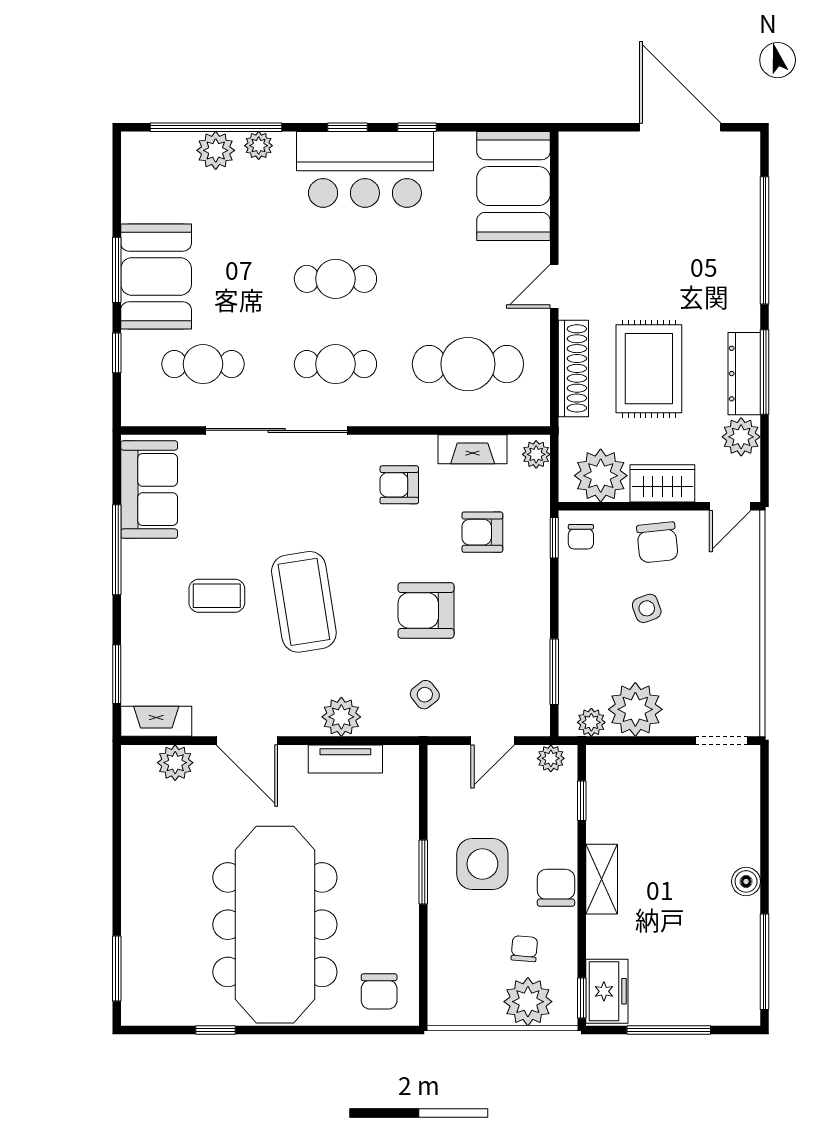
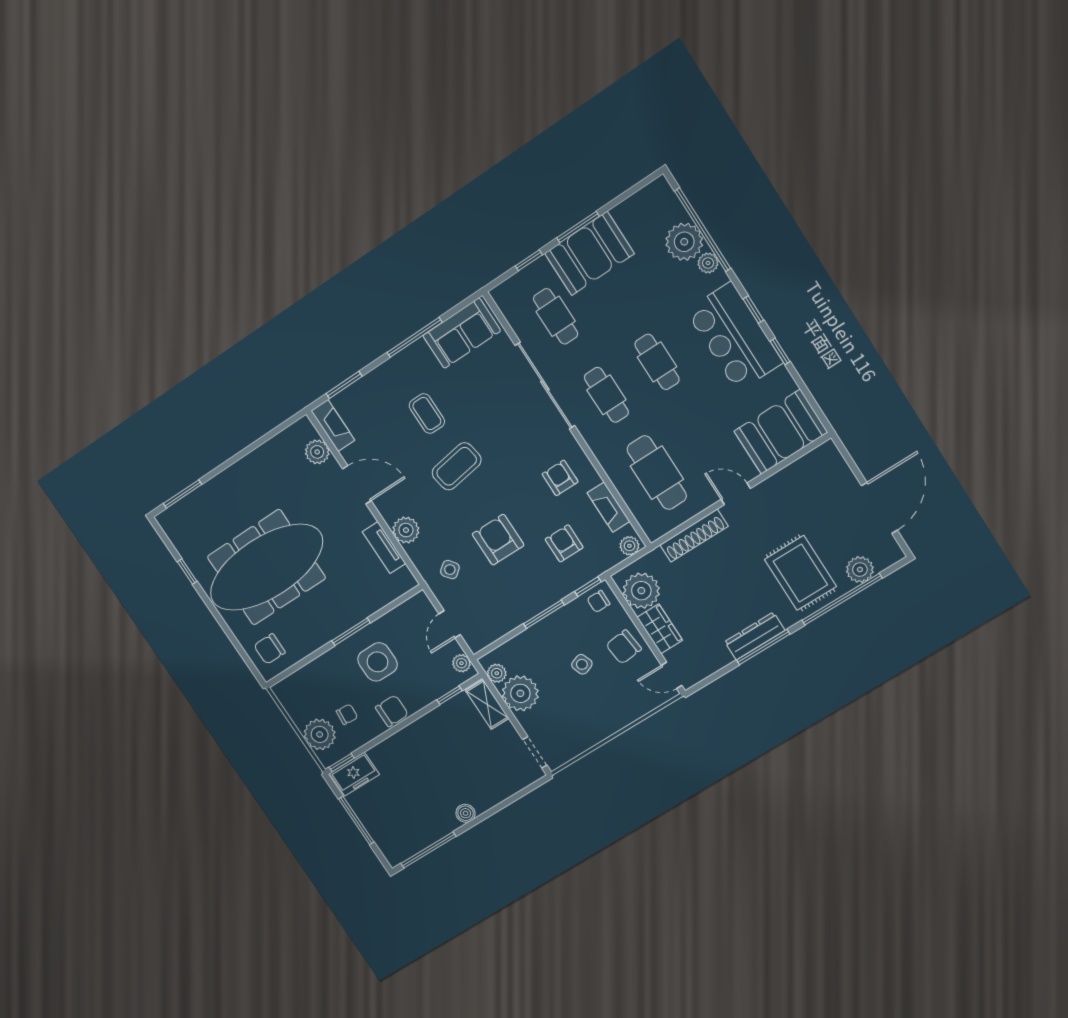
plant: (216, 150) -> (684, 242), width x1.36, depth x1.36
rug: (649, 369) -> (800, 573), moved, turned 90
plant: (741, 437) -> (860, 570), moved
coffee table: (304, 602) -> (457, 466), width x0.73, depth x0.76
window: (554, 672) -> (544, 614), moved
door: (247, 741) -> (357, 485), swing flipped
door: (493, 741) -> (450, 624), hinge flipped
shelving: (602, 879) -> (487, 704), moved, turned 90

